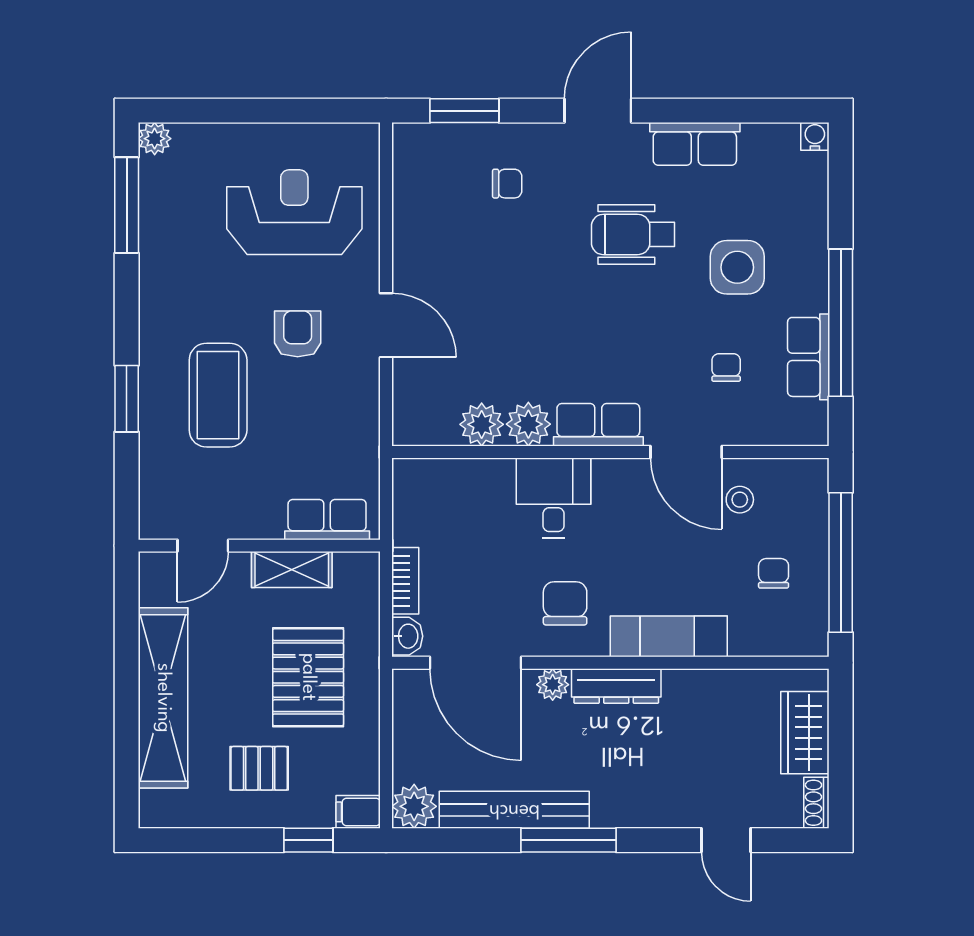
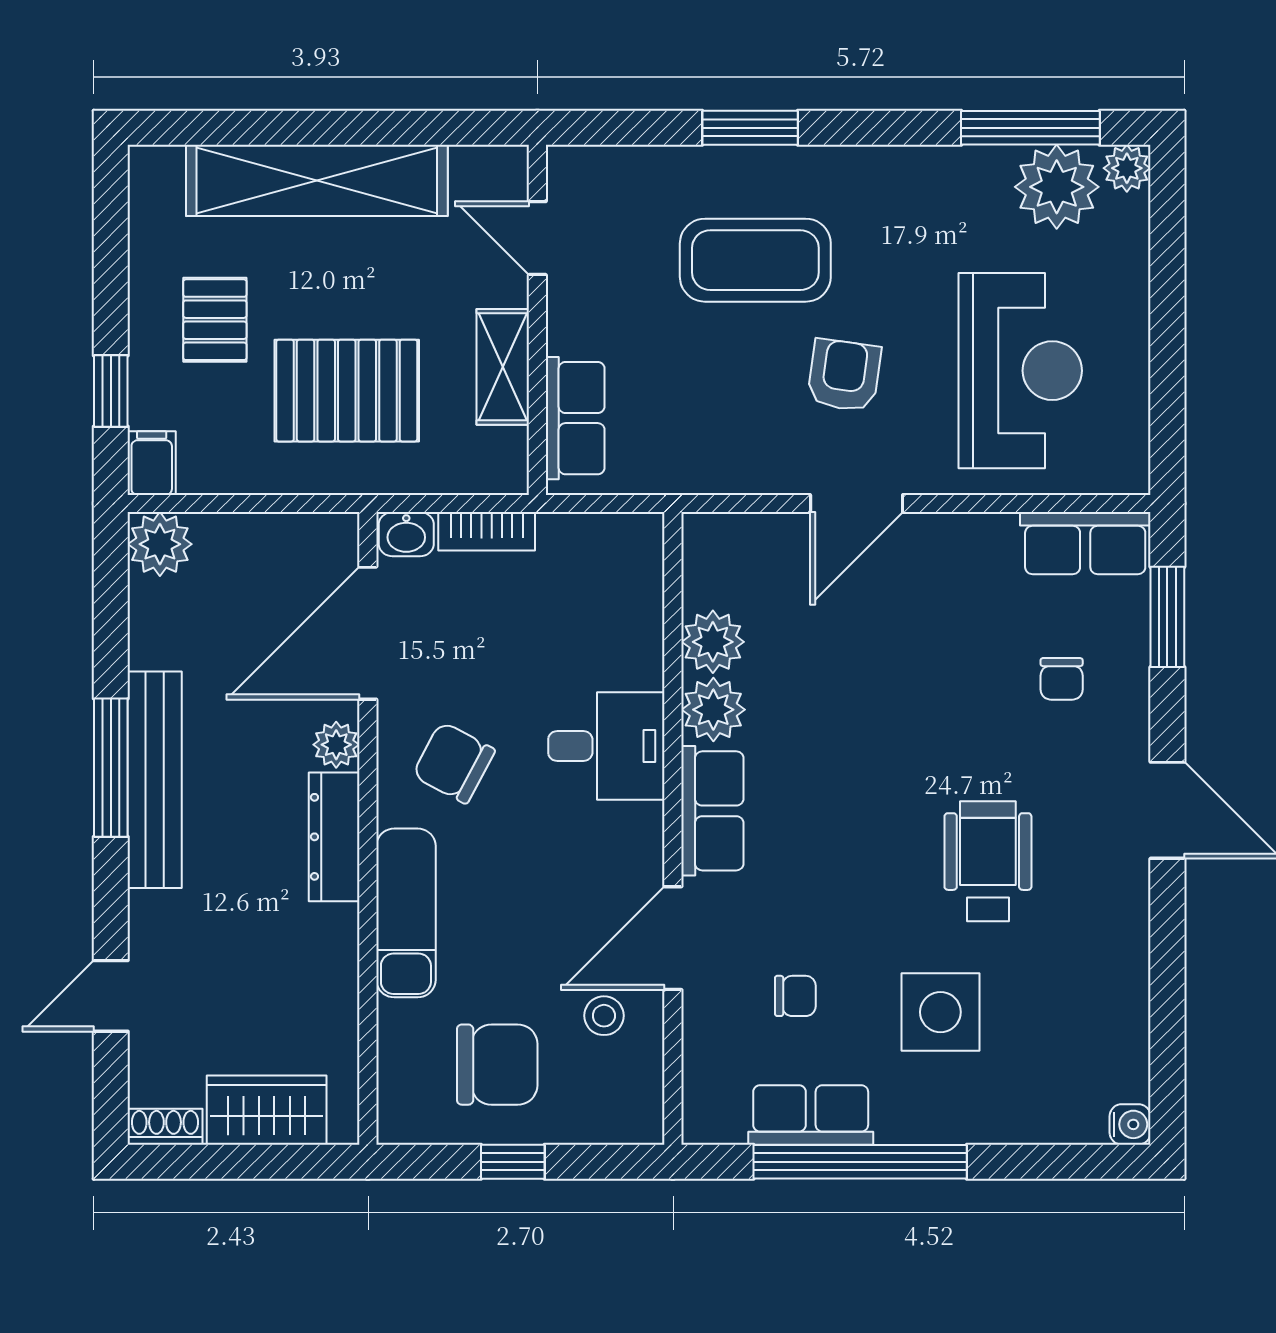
row of seats: (695, 144) -> (1085, 543), moved, turned -90
plant: (167, 187) -> (1057, 187), added
armchair: (298, 334) -> (844, 375), turned -82
window: (841, 563) -> (513, 1162), width x0.32
chair: (774, 573) -> (497, 1065), width x1.87, depth x1.87
chair: (565, 603) -> (454, 763), turned -152
bench: (514, 810) -> (155, 780), moved

